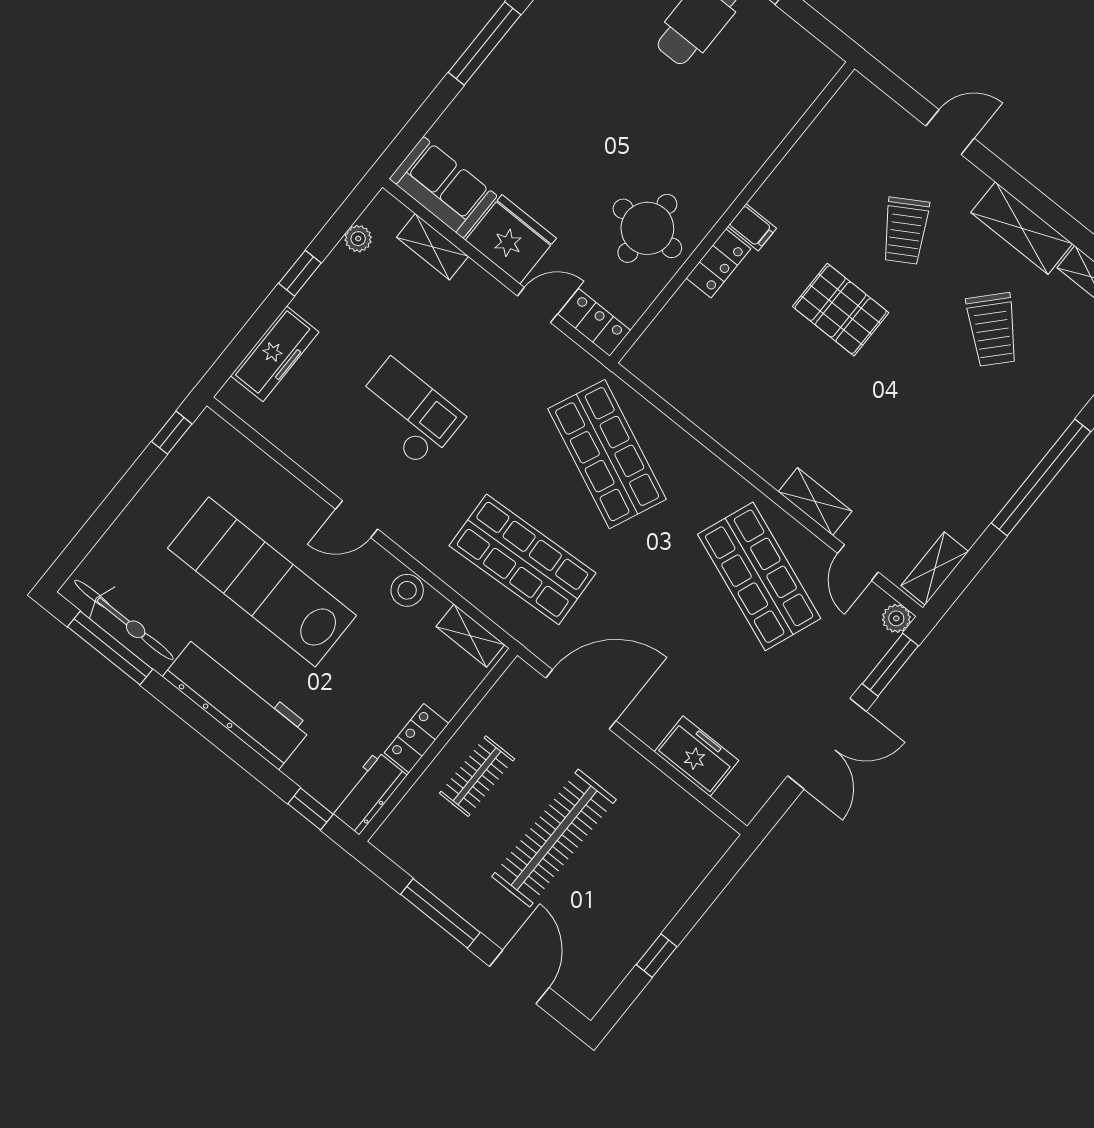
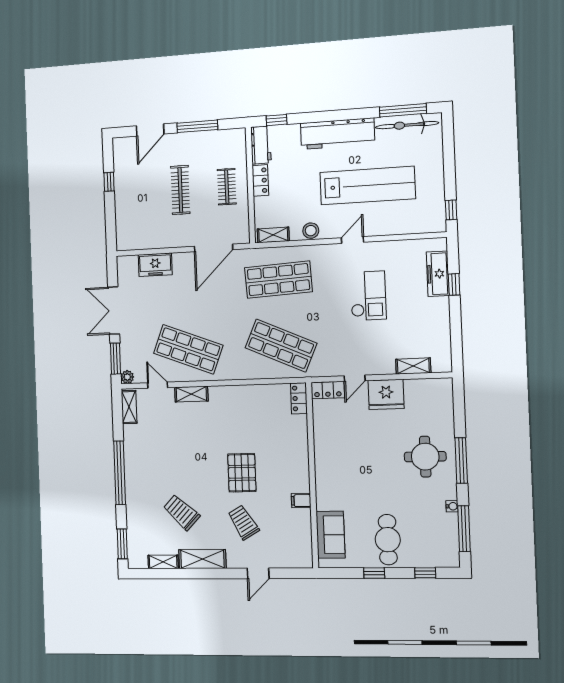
sofa: (443, 187) -> (331, 535), moved, turned -90
filing cabinet: (752, 227) -> (301, 501), moved
round table: (647, 228) -> (425, 457), moved
plant: (358, 239) -> (444, 345), removed
locker: (718, 263) -> (299, 398), moved
window: (300, 273) -> (454, 284), moved
pallet: (841, 310) -> (242, 473), turned 90
checkout: (407, 413) -> (368, 296), turned -90
clothes rail: (554, 838) -> (180, 190), width x0.73, depth x0.76
door: (519, 977) -> (150, 130), hinge flipped

